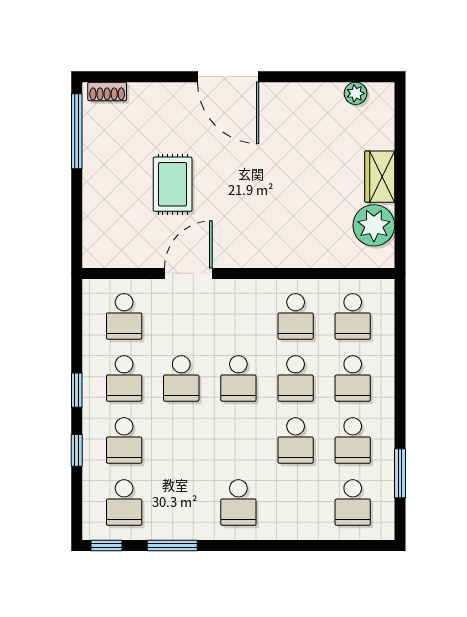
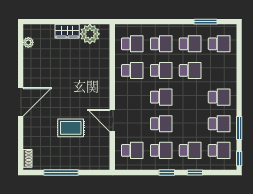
window: (77, 131) -> (61, 172), moved
school desk: (181, 503) -> (219, 124), added

